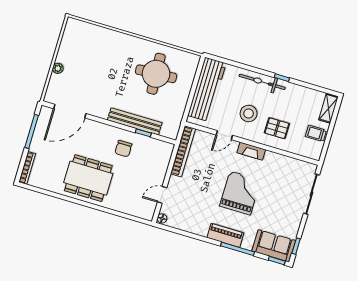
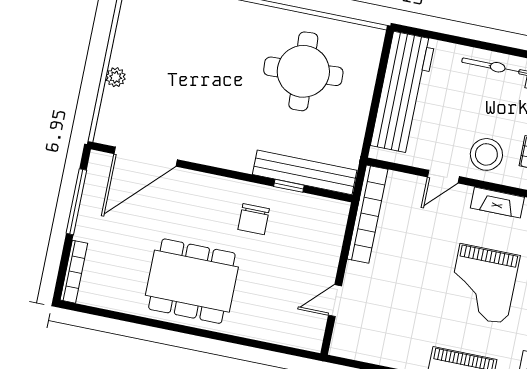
stool: (249, 113) -> (486, 154), moved
bench: (135, 121) -> (305, 172), moved
grand piano: (240, 193) -> (483, 284), turned 180
floor lamp: (162, 218) -> (339, 345), removed

